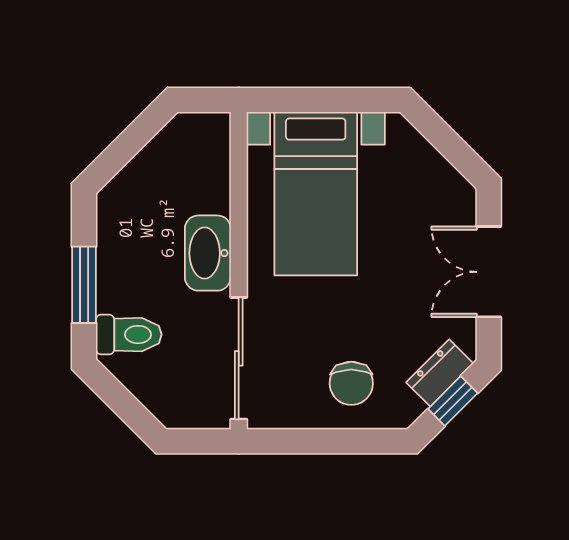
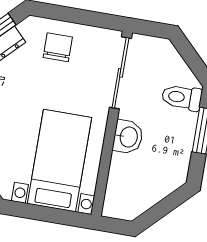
washbasin: (208, 253) -> (128, 137), width x0.72

